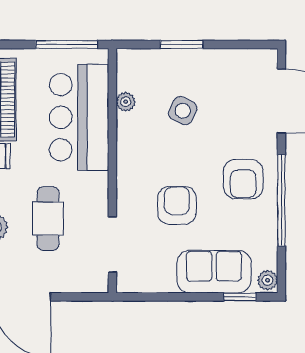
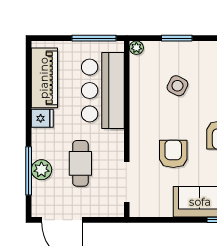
plant: (126, 102) -> (136, 48), moved

